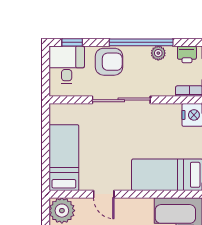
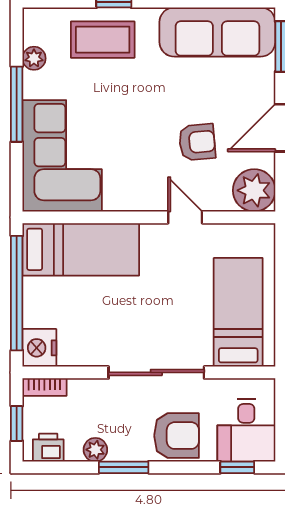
window: (141, 42) -> (124, 467), width x0.47
armchair: (109, 62) -> (177, 436), turned 180
bed: (64, 158) -> (238, 312), moved, turned 180

